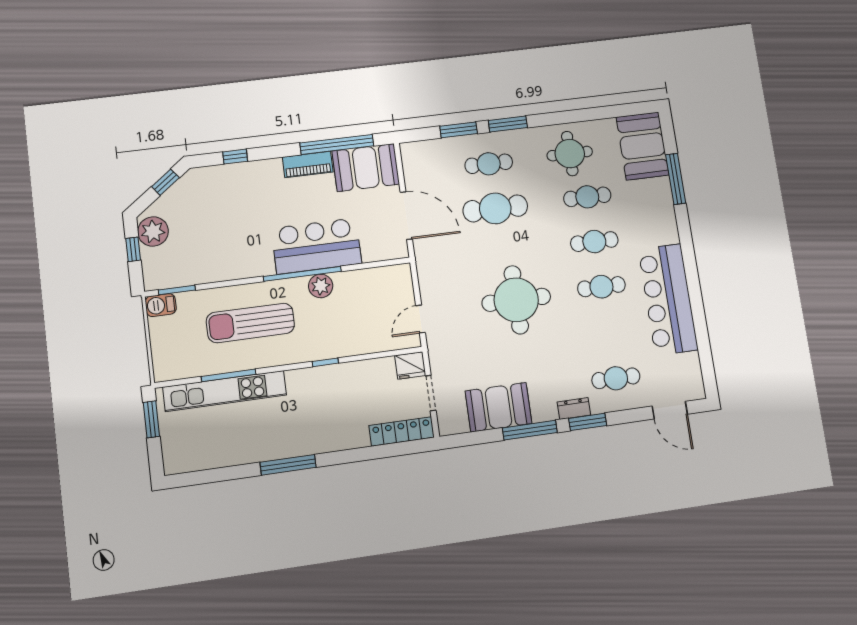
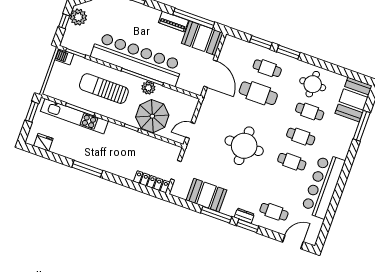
bar counter: (317, 246) -> (137, 59), width x1.86
parasol: (350, 327) -> (152, 116), added
fridge: (410, 365) -> (43, 142), moved, turned 180
door: (670, 410) -> (293, 242), swing flipped

